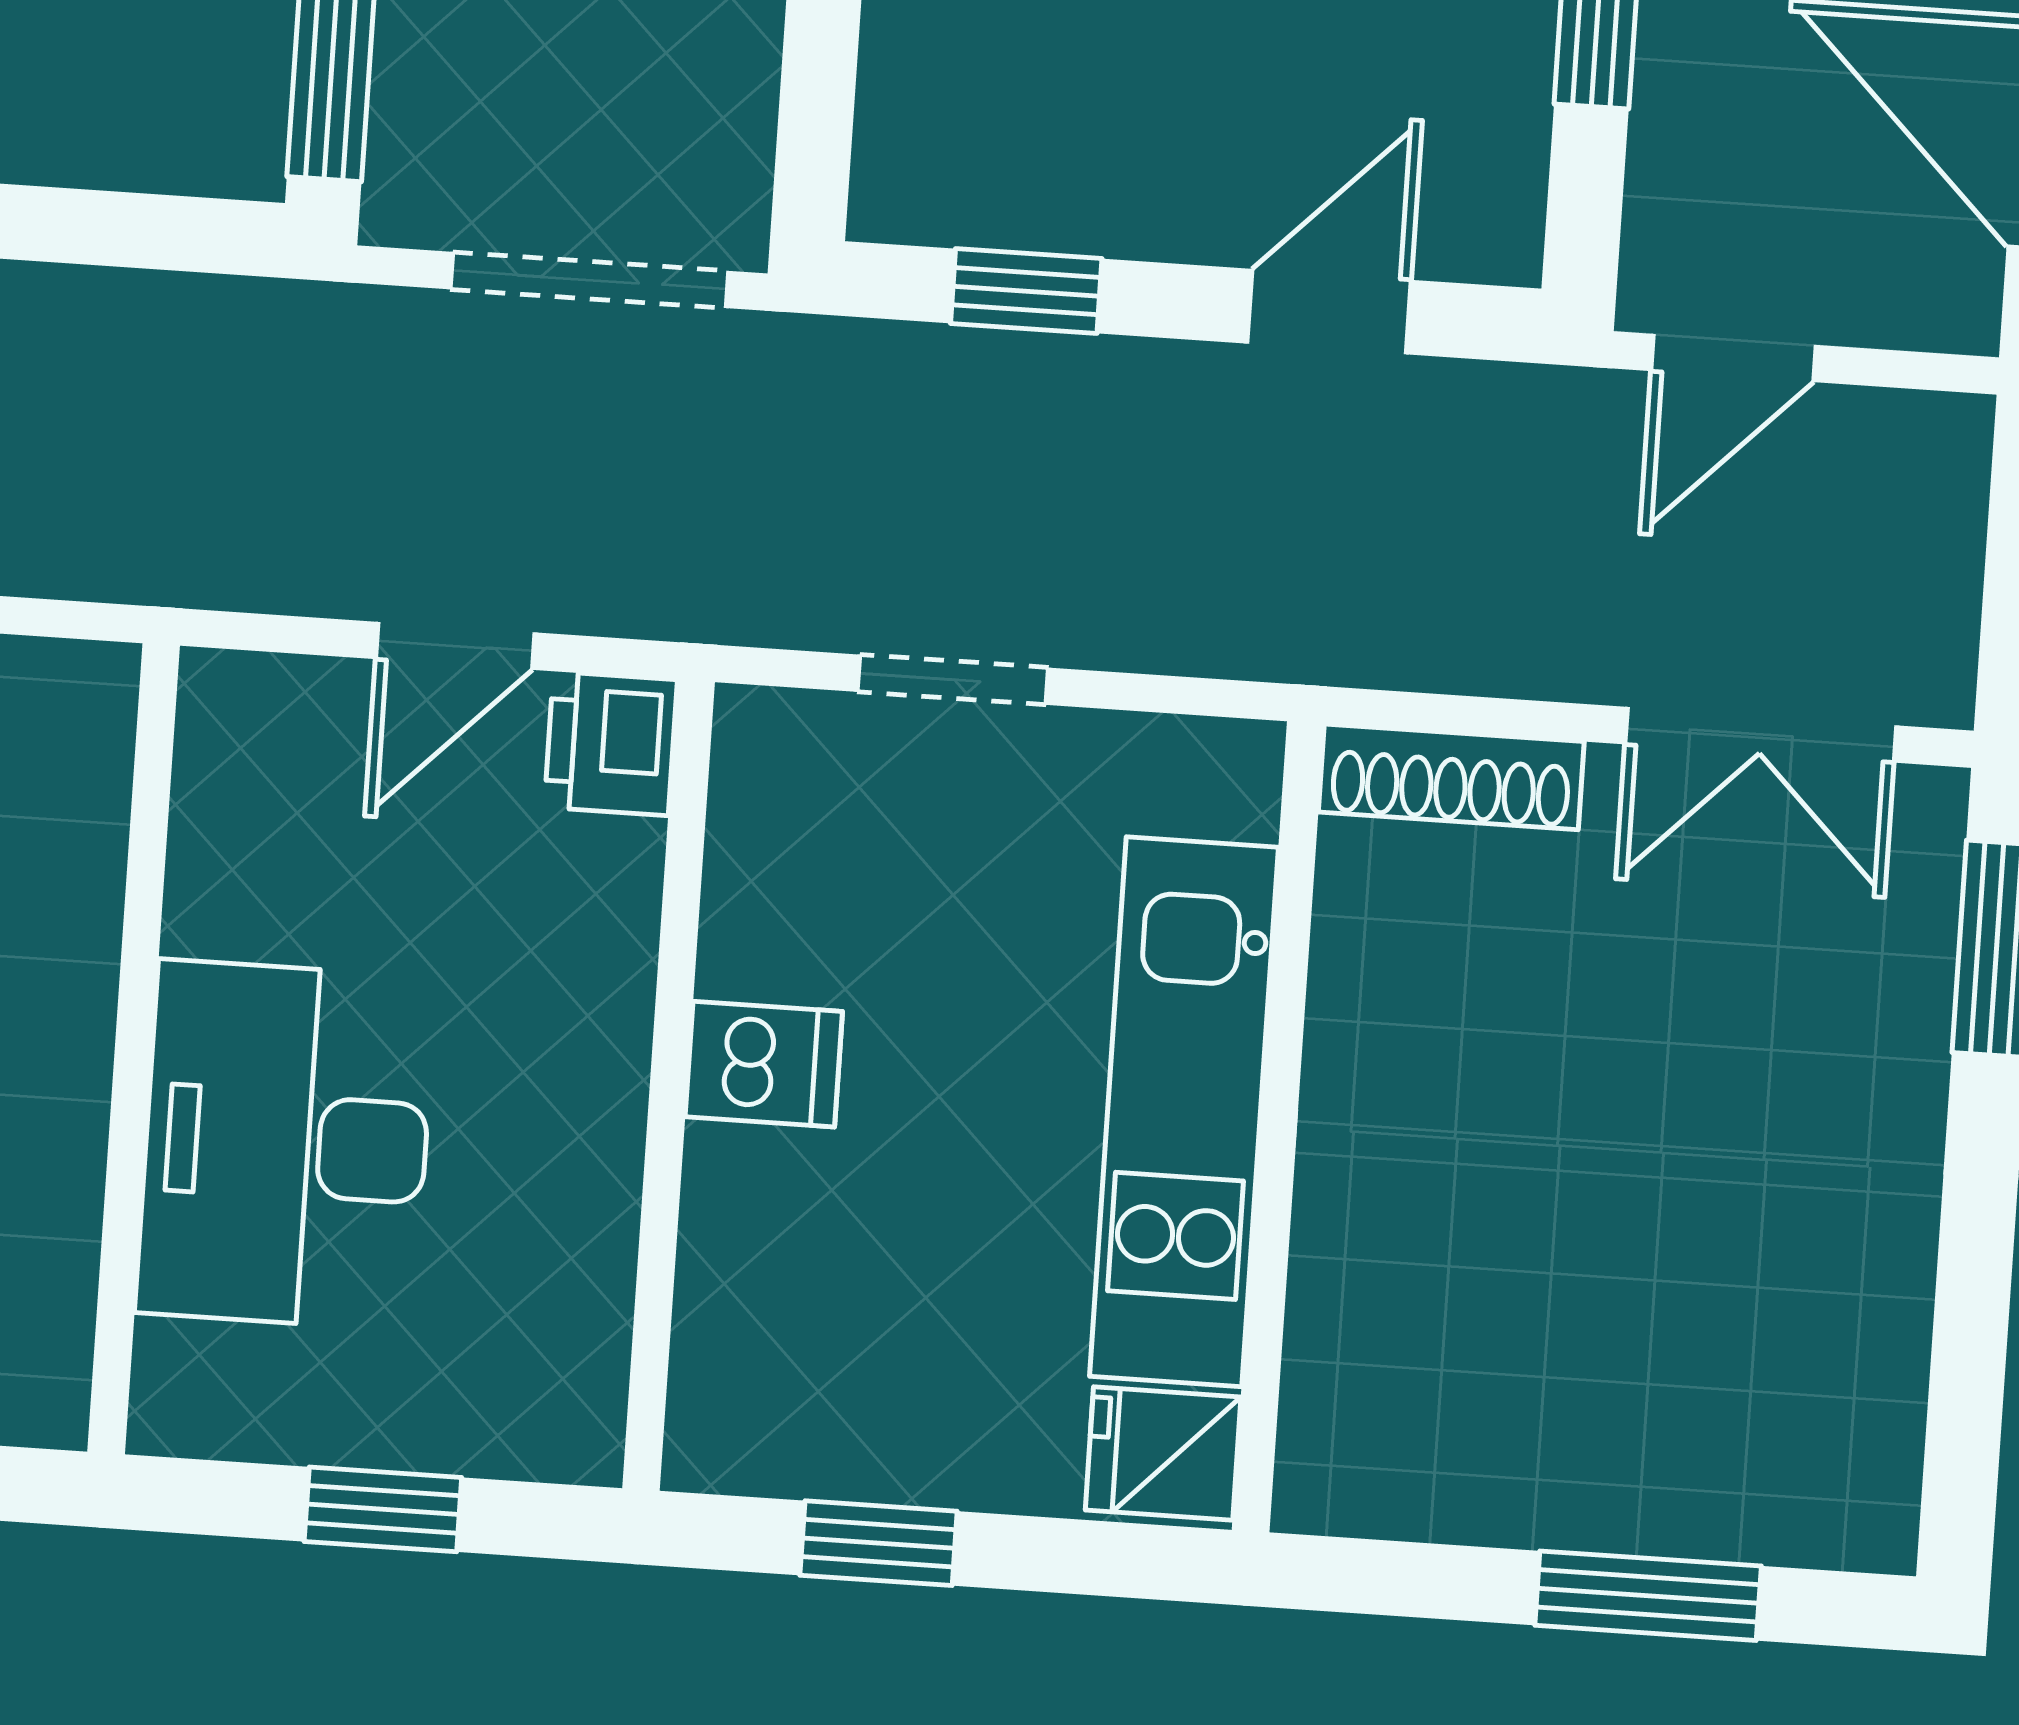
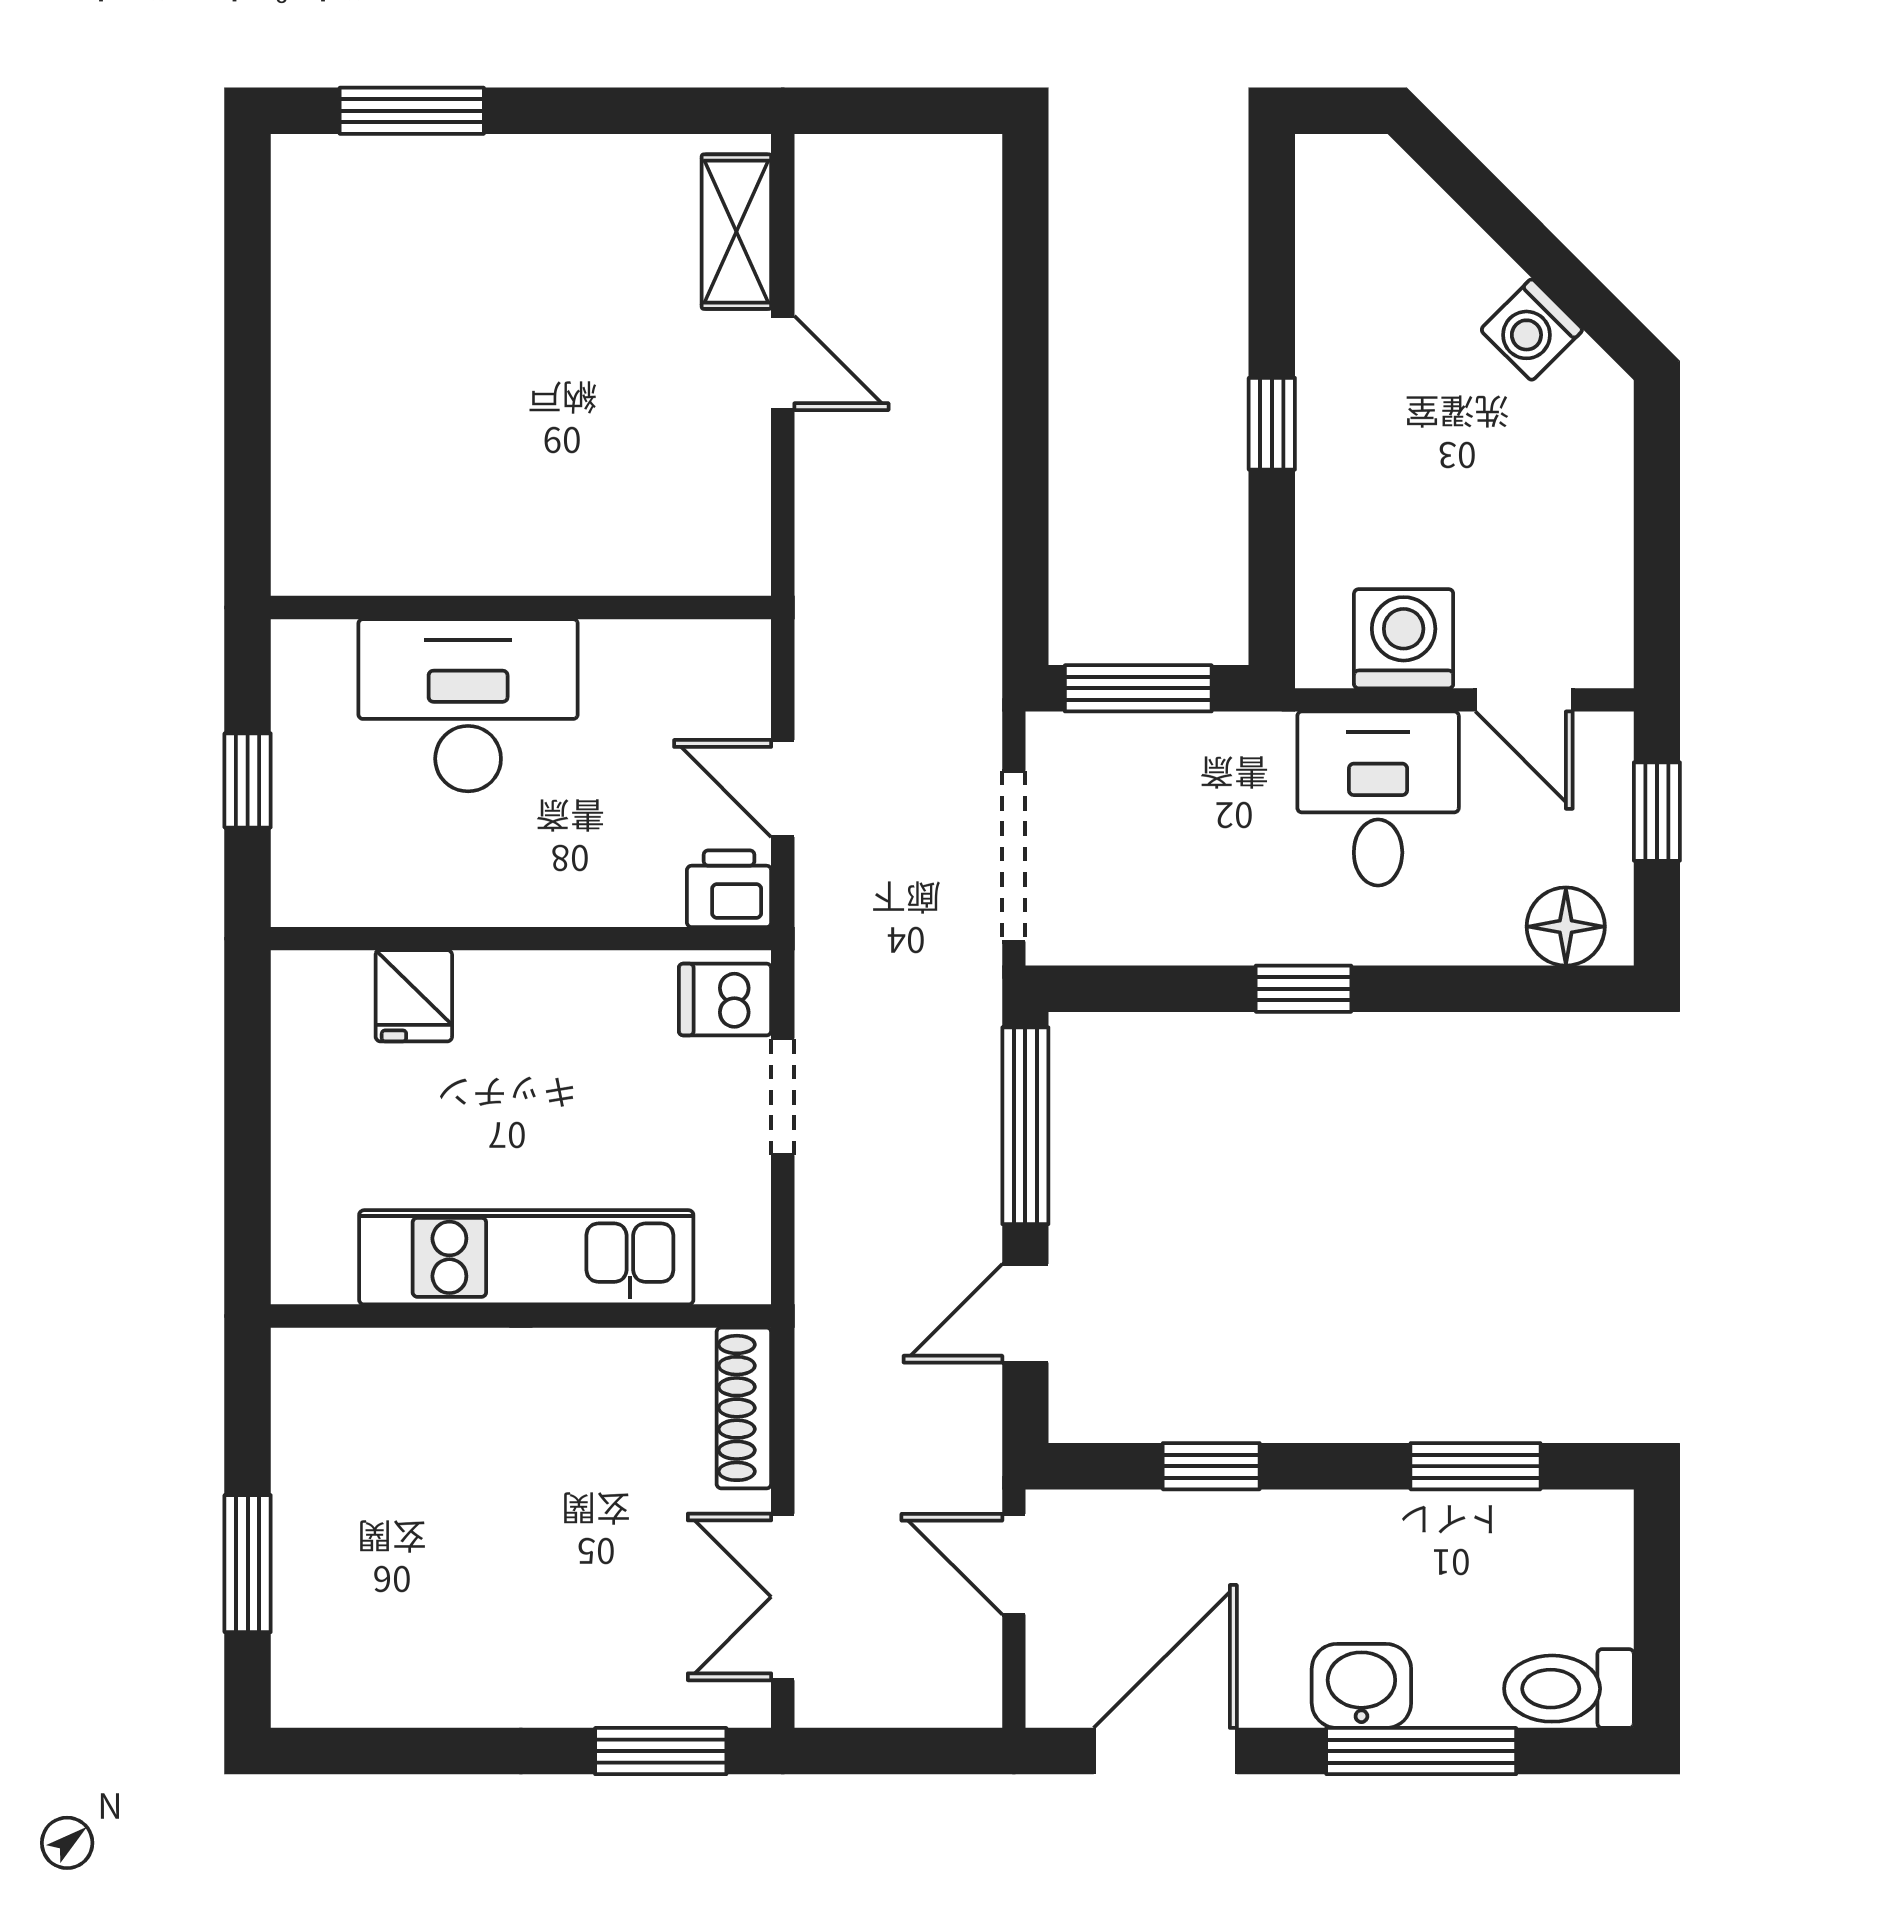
window: (1026, 291) -> (1025, 1126), width x2.17
door: (1329, 312) -> (1025, 1313), swing flipped
dishwasher: (764, 1064) -> (725, 1000), moved, turned 90
fridge: (1163, 1453) -> (414, 996), moved, turned 180
window: (879, 1543) -> (248, 1087), removed

